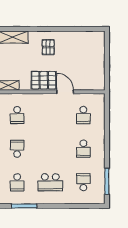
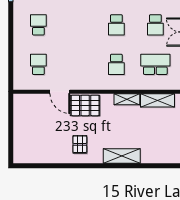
school desk: (17, 115) -> (116, 64), turned 180

